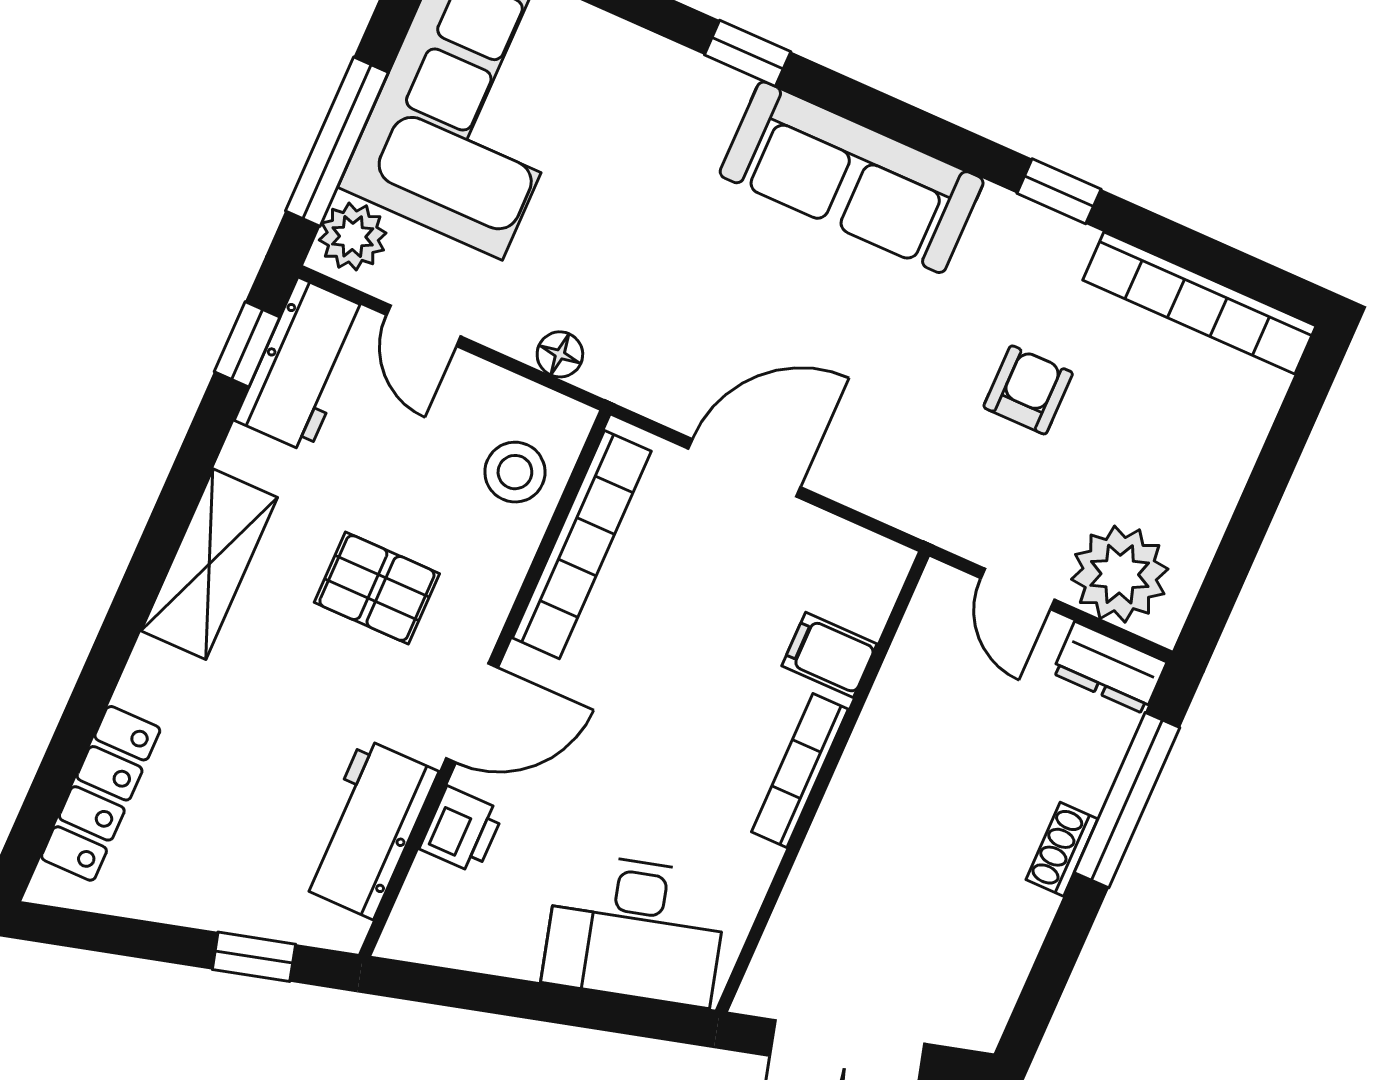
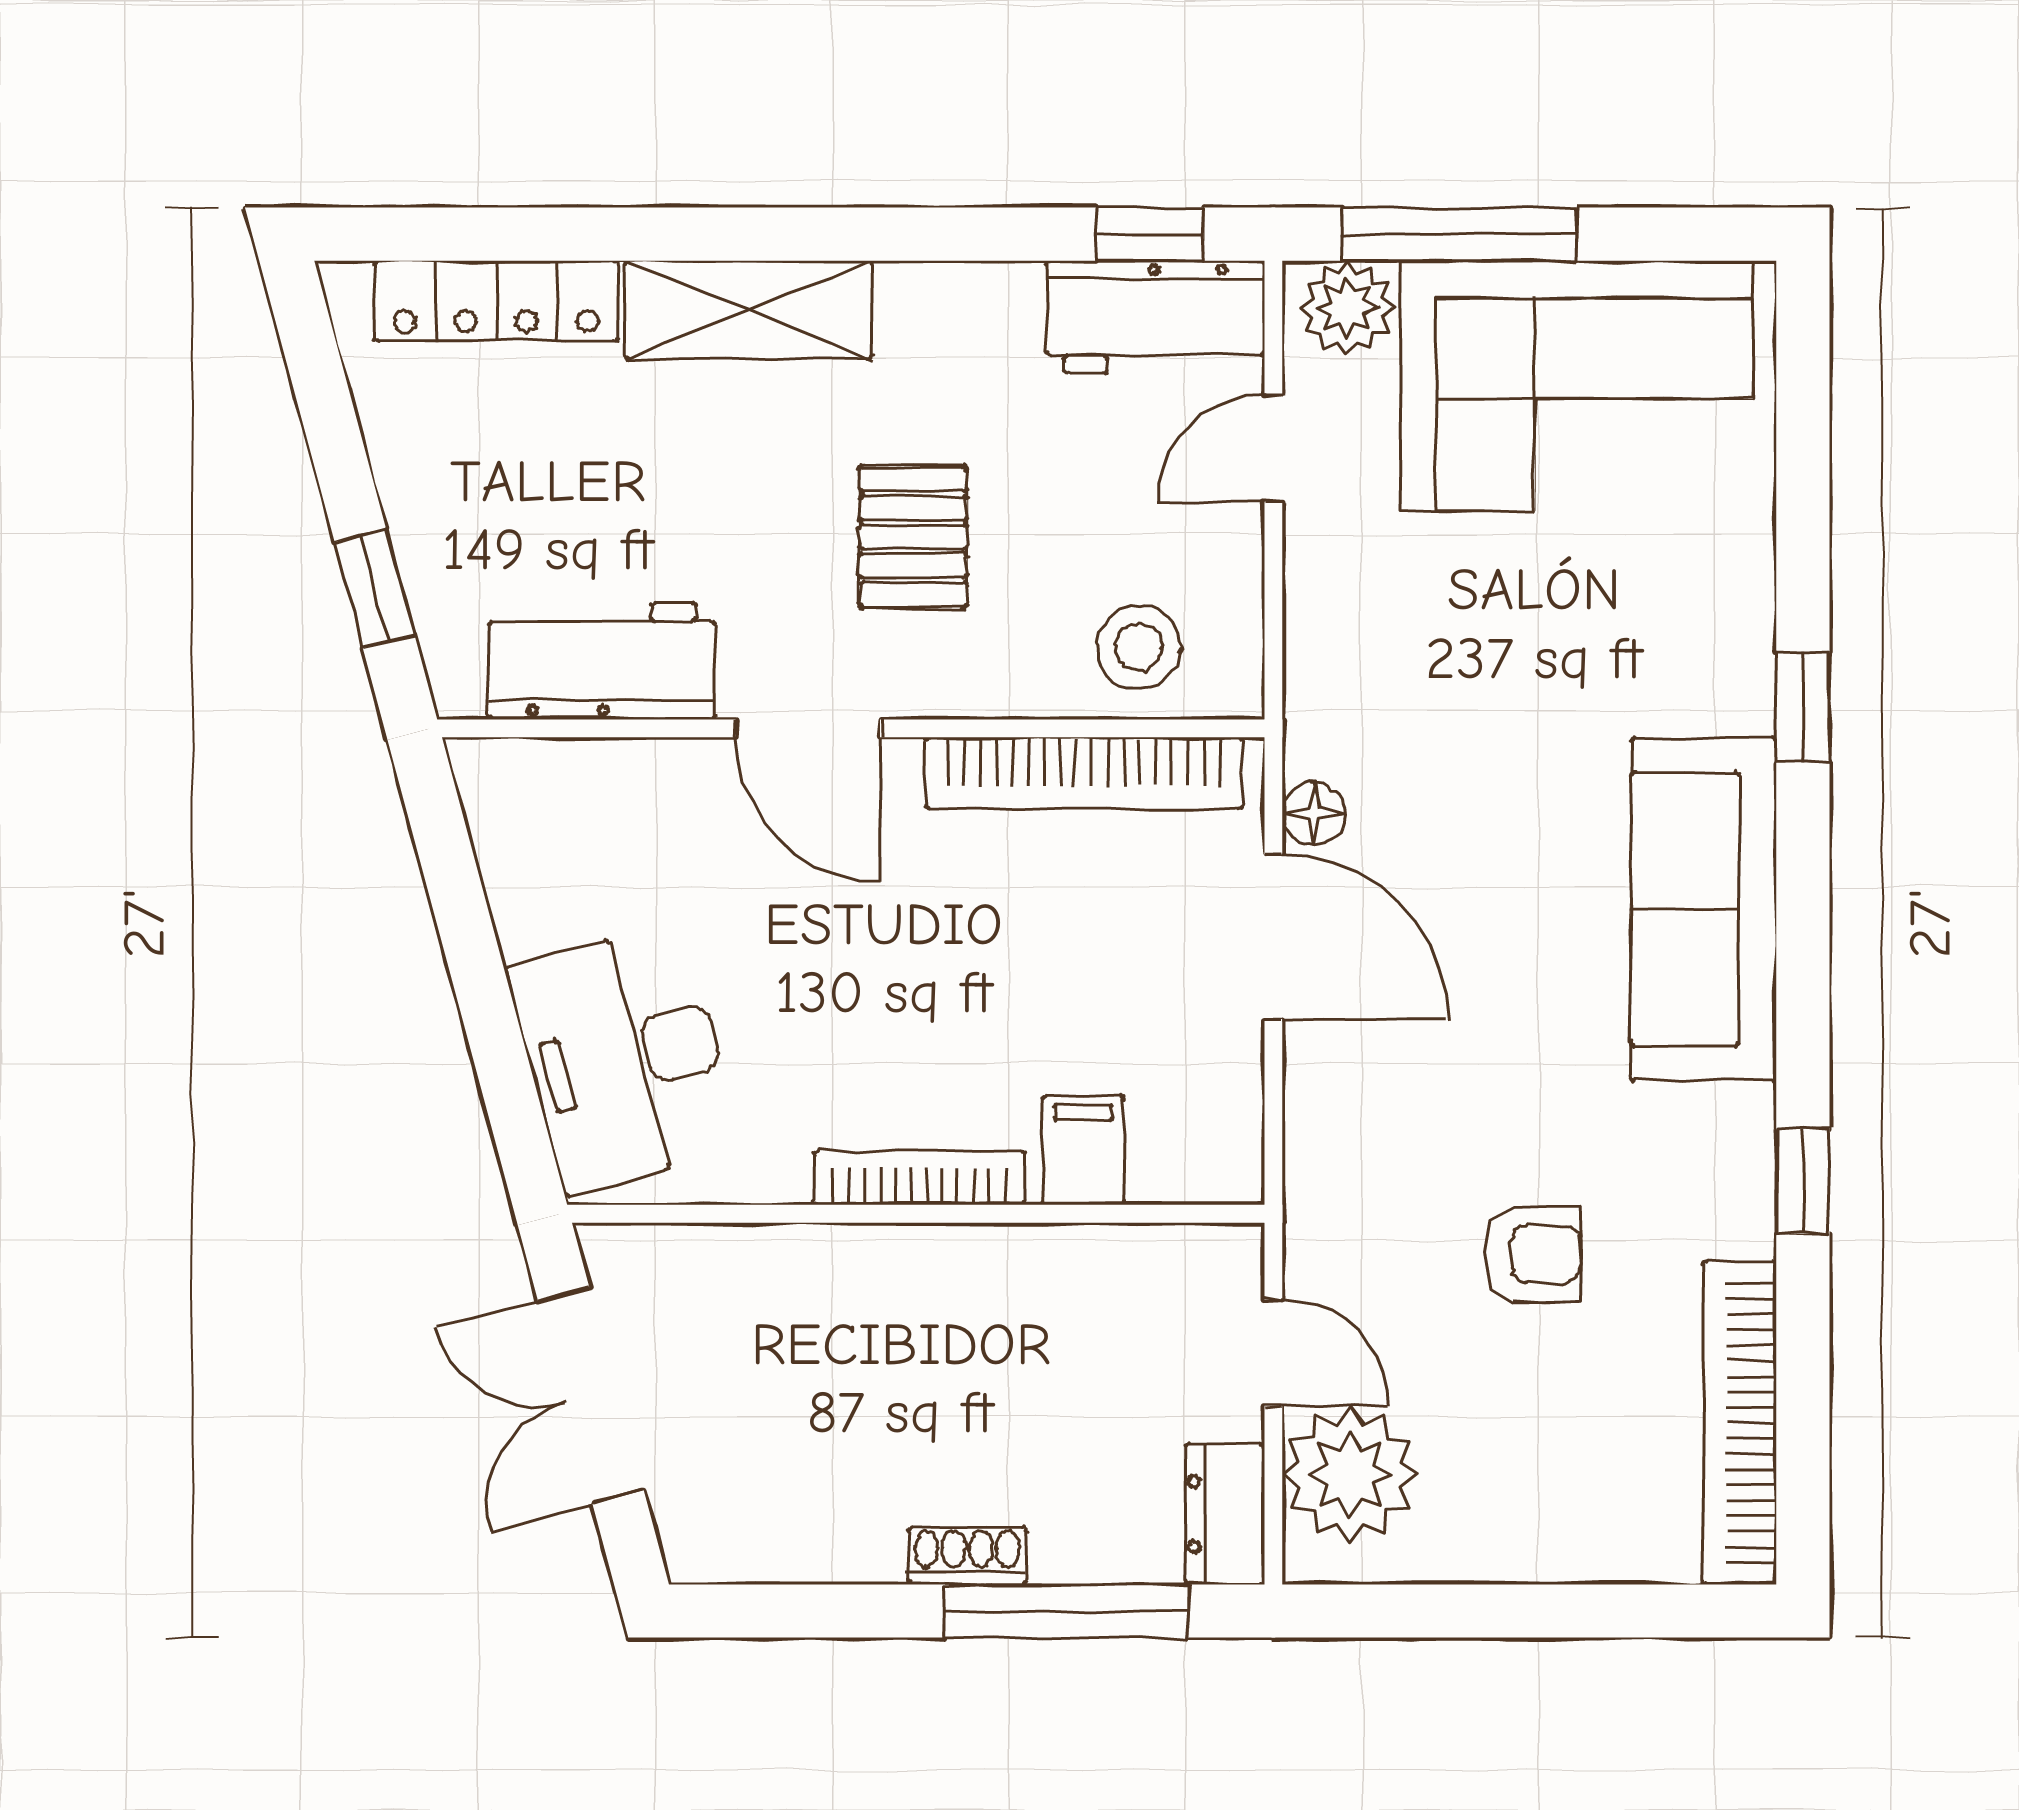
floor lamp: (560, 354) -> (1314, 813), moved
shelving: (209, 564) -> (749, 310), moved
door: (1018, 589) -> (1273, 1353), swing flipped
printer: (462, 830) -> (653, 781), removed

